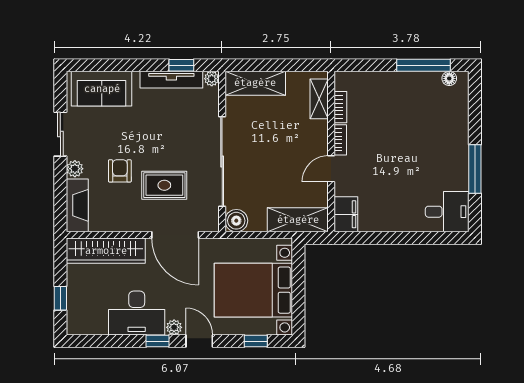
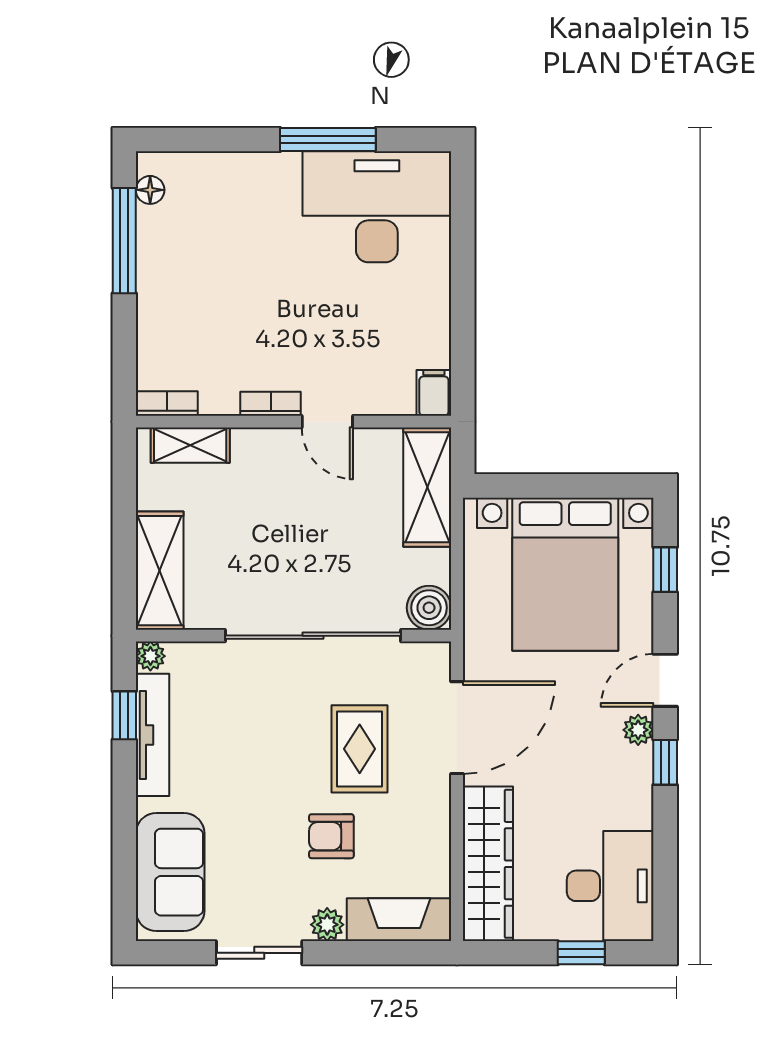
bookcase: (340, 107) -> (167, 403), moved
desk: (447, 212) -> (377, 207), width x1.87, depth x1.30
filing cabinet: (346, 214) -> (434, 393), width x0.50
desk: (137, 313) -> (610, 886), moved

